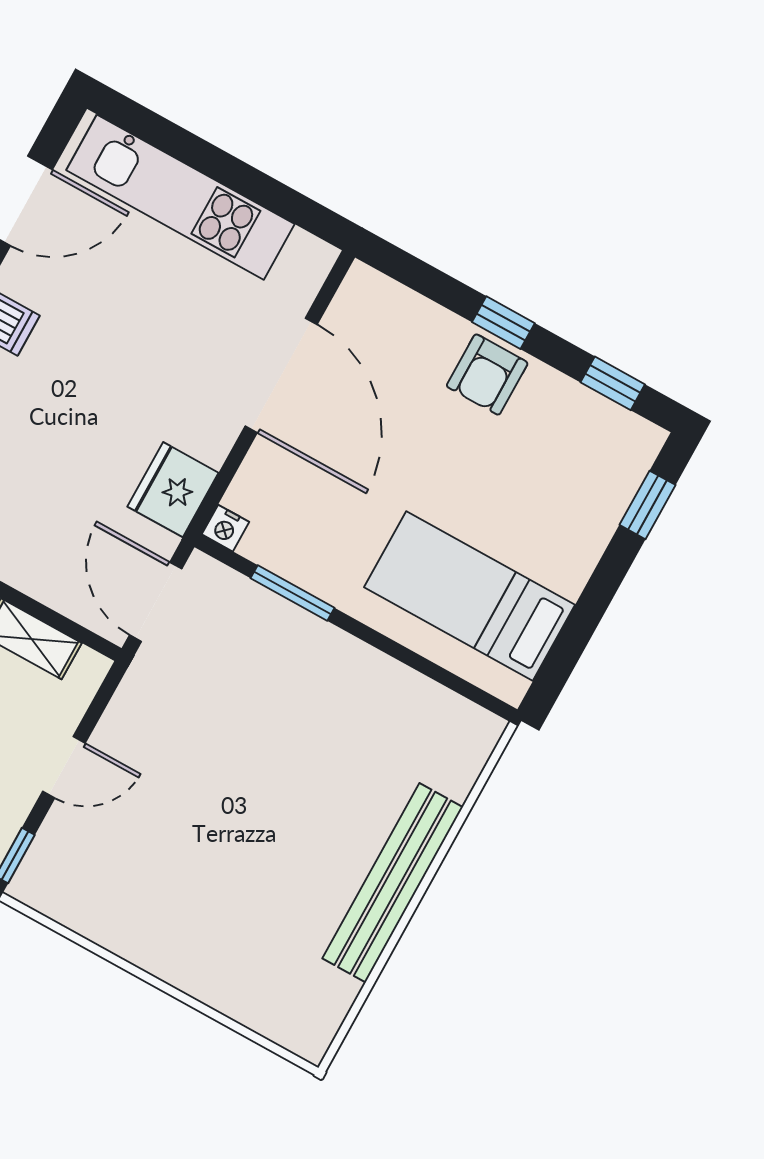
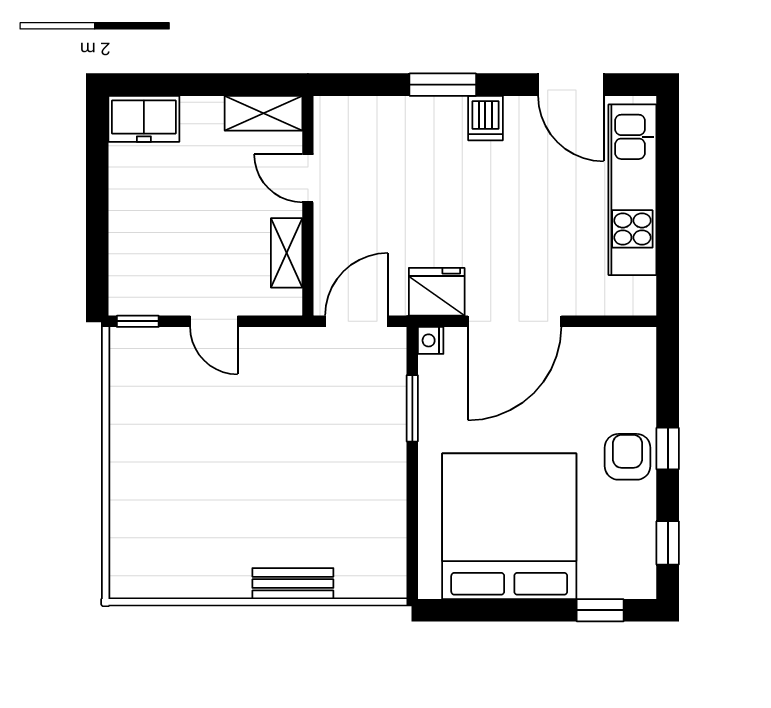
armchair: (487, 374) -> (628, 457), turned 90
door: (281, 375) -> (515, 321), moved
bed: (469, 596) -> (509, 526), width x2.04
bench: (393, 883) -> (293, 584), width x0.54, depth x0.82

